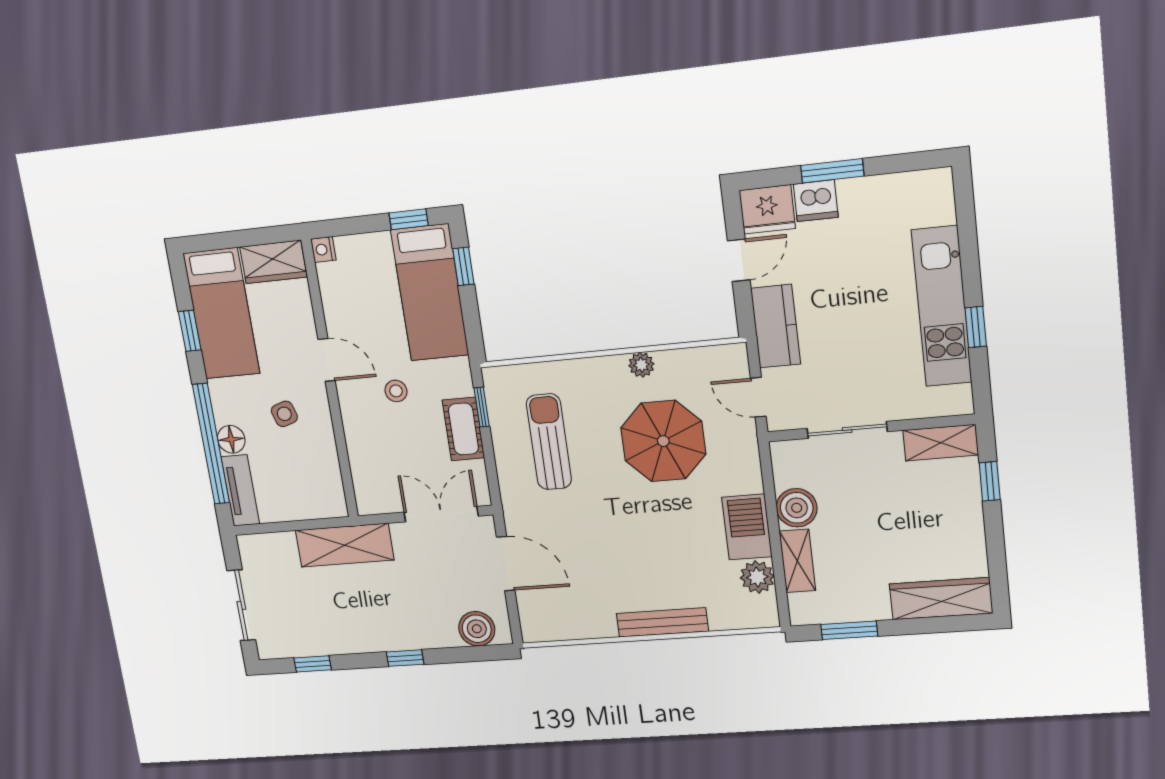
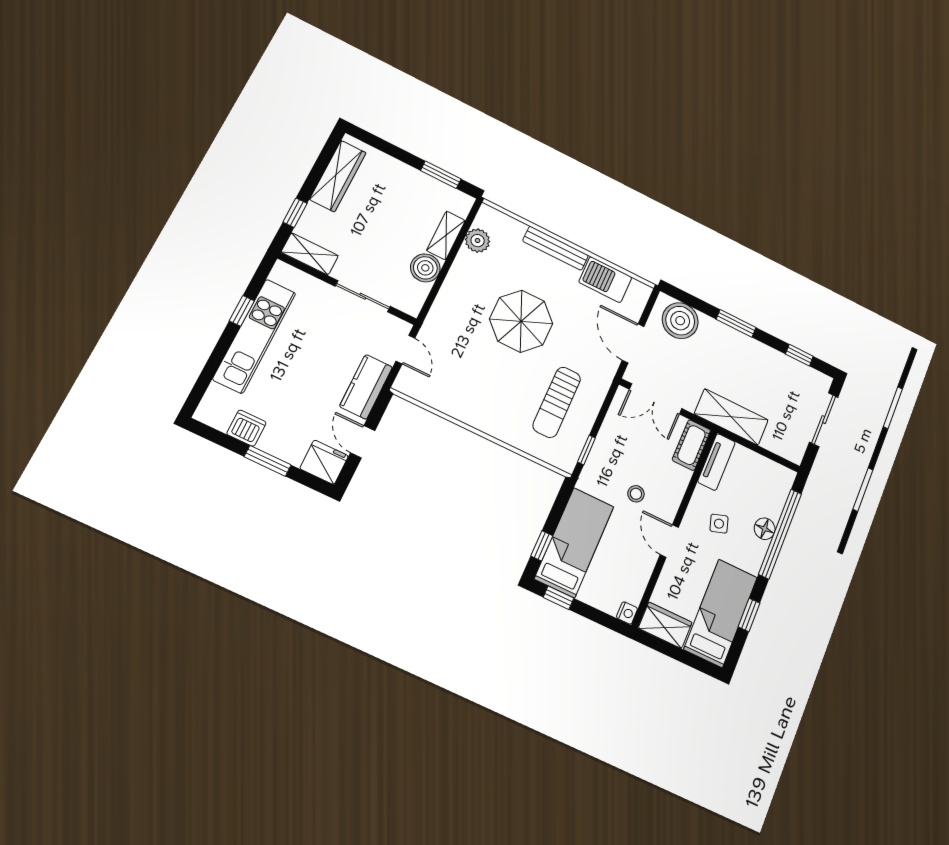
dishwasher: (816, 201) -> (246, 428), moved
door: (739, 260) -> (363, 442), hinge flipped
plant: (641, 365) -> (467, 414), removed
cot: (463, 429) -> (691, 445), moved
parasol: (663, 441) -> (521, 321), moved
tv unit: (240, 490) -> (716, 462), moved, turned 180
barbecue: (747, 527) -> (605, 280), moved, turned 90
wardrobe: (941, 599) -> (338, 176), moved, turned -90
boiler: (477, 629) -> (680, 321), width x1.37, depth x1.37
window: (405, 658) -> (736, 323), width x1.50

